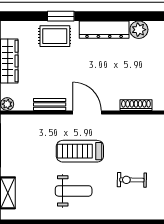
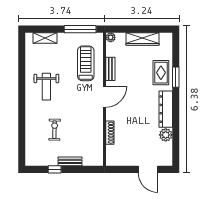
treadmill: (80, 151) -> (86, 63), moved

